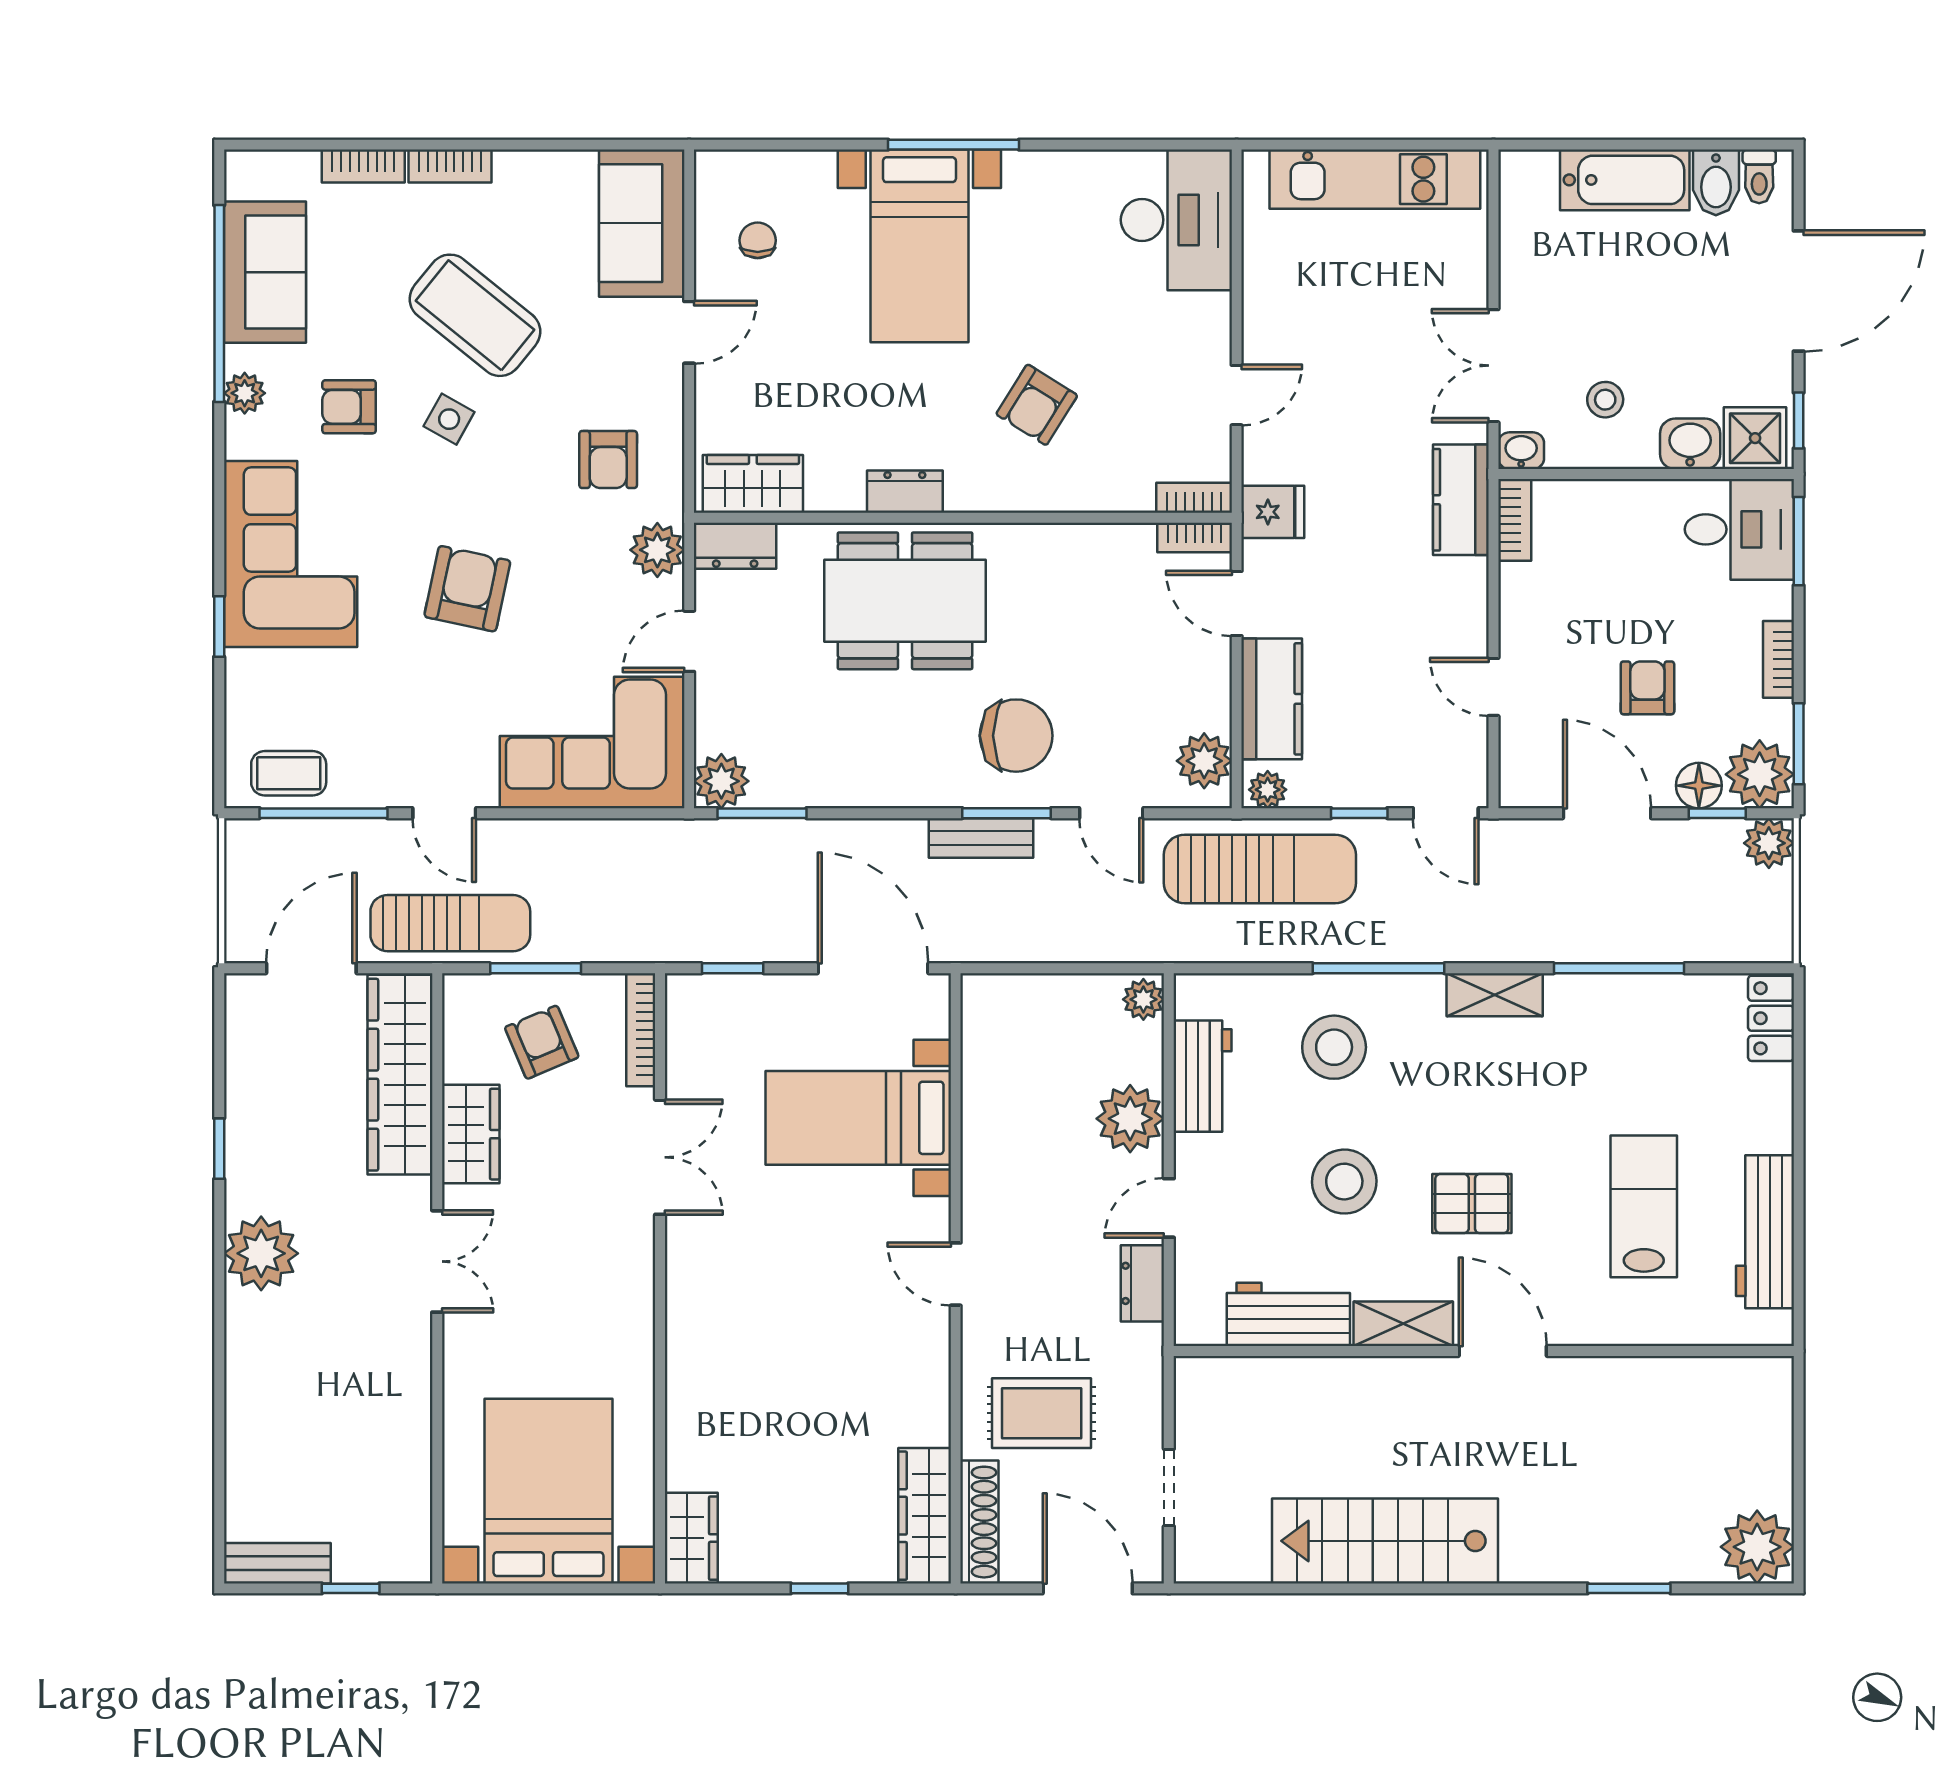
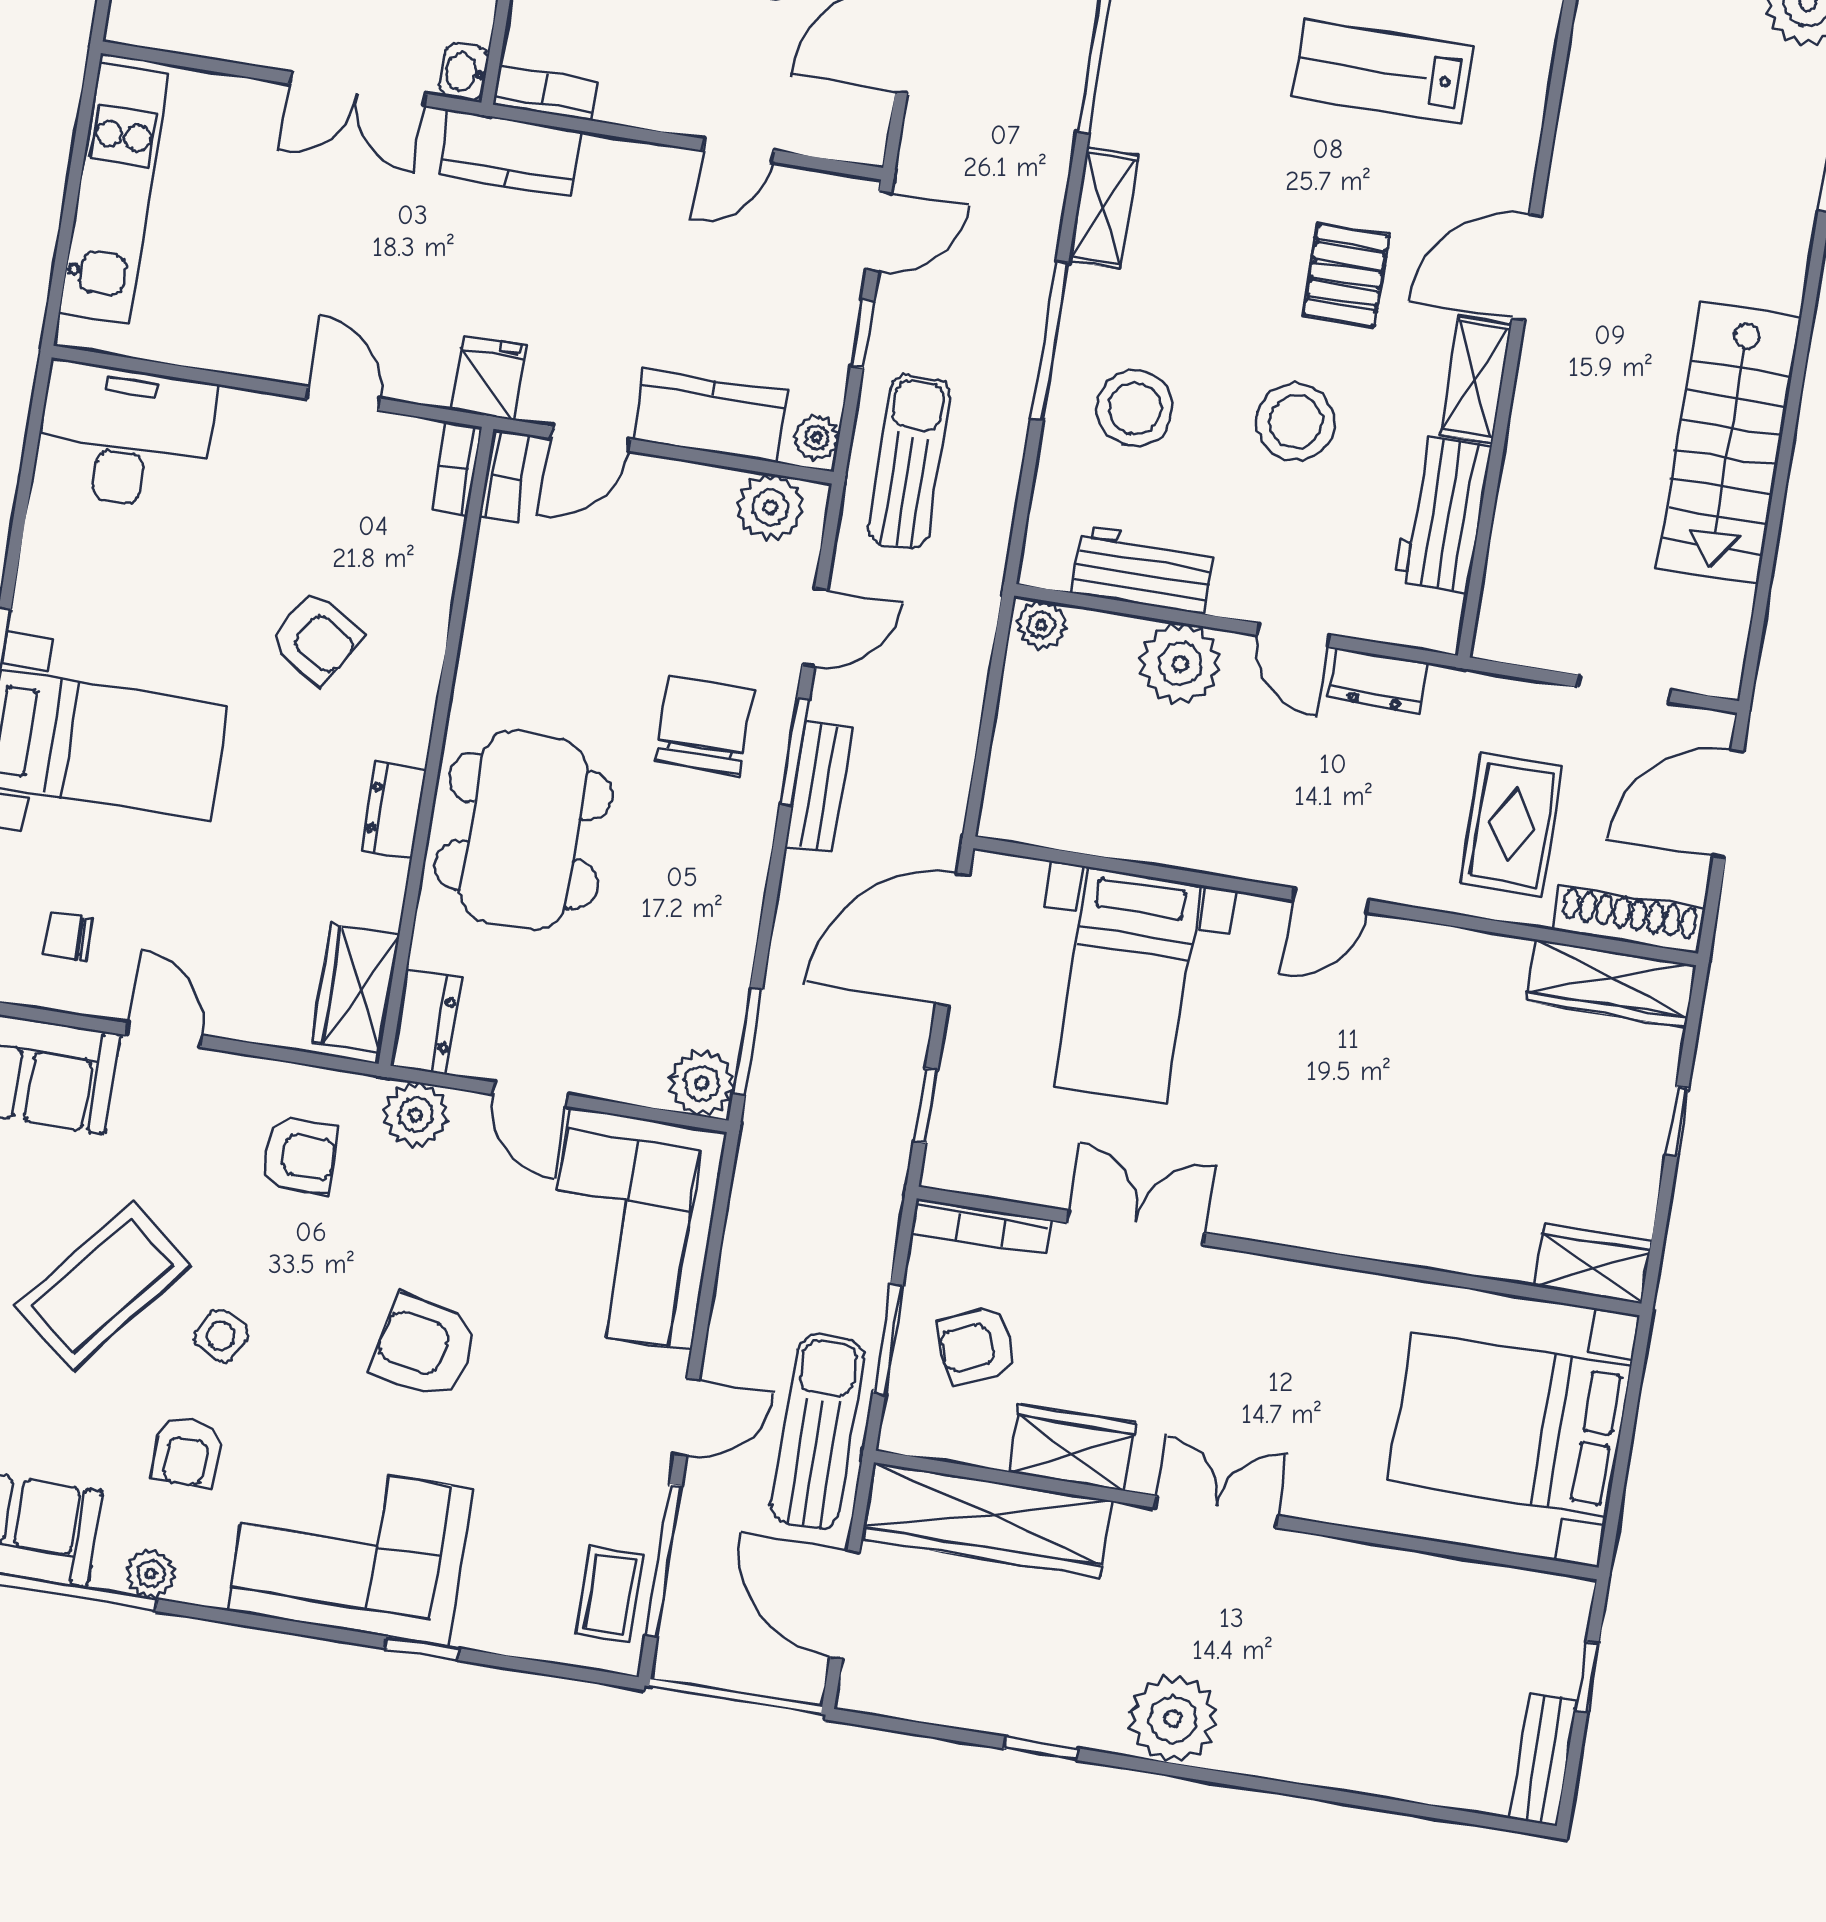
sun lounger: (1260, 869) -> (909, 462), width x0.73, depth x0.75

